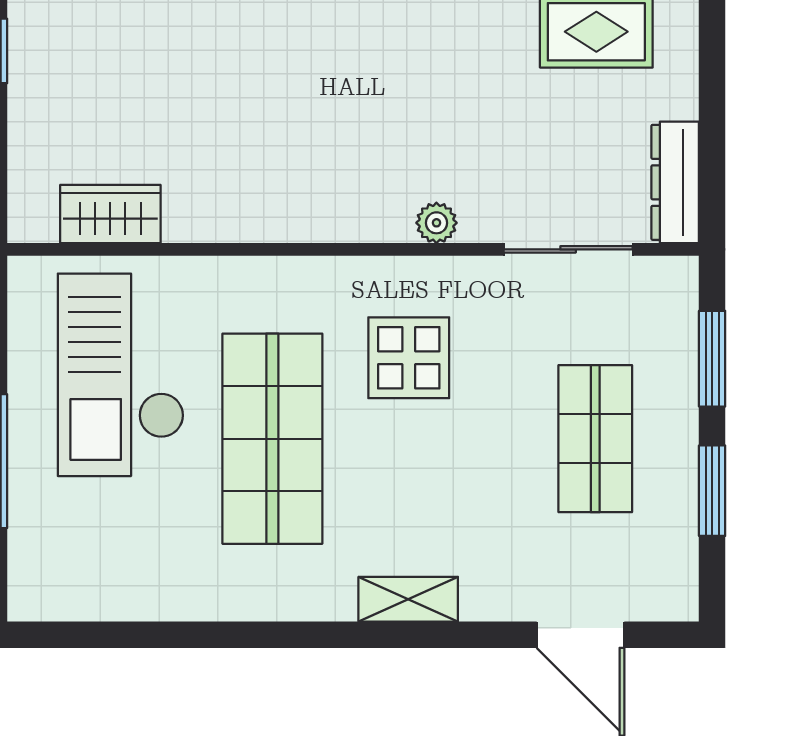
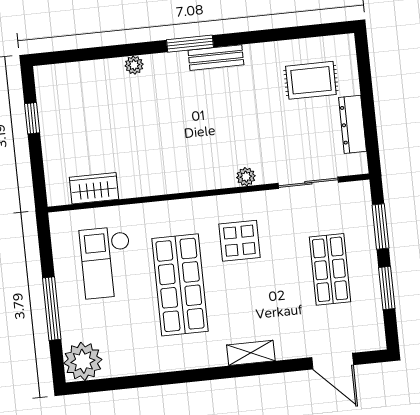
dresser: (675, 182) -> (353, 124), moved
checkout: (121, 375) -> (107, 262), width x0.73, depth x0.83
plant: (49, 580) -> (83, 361), added

